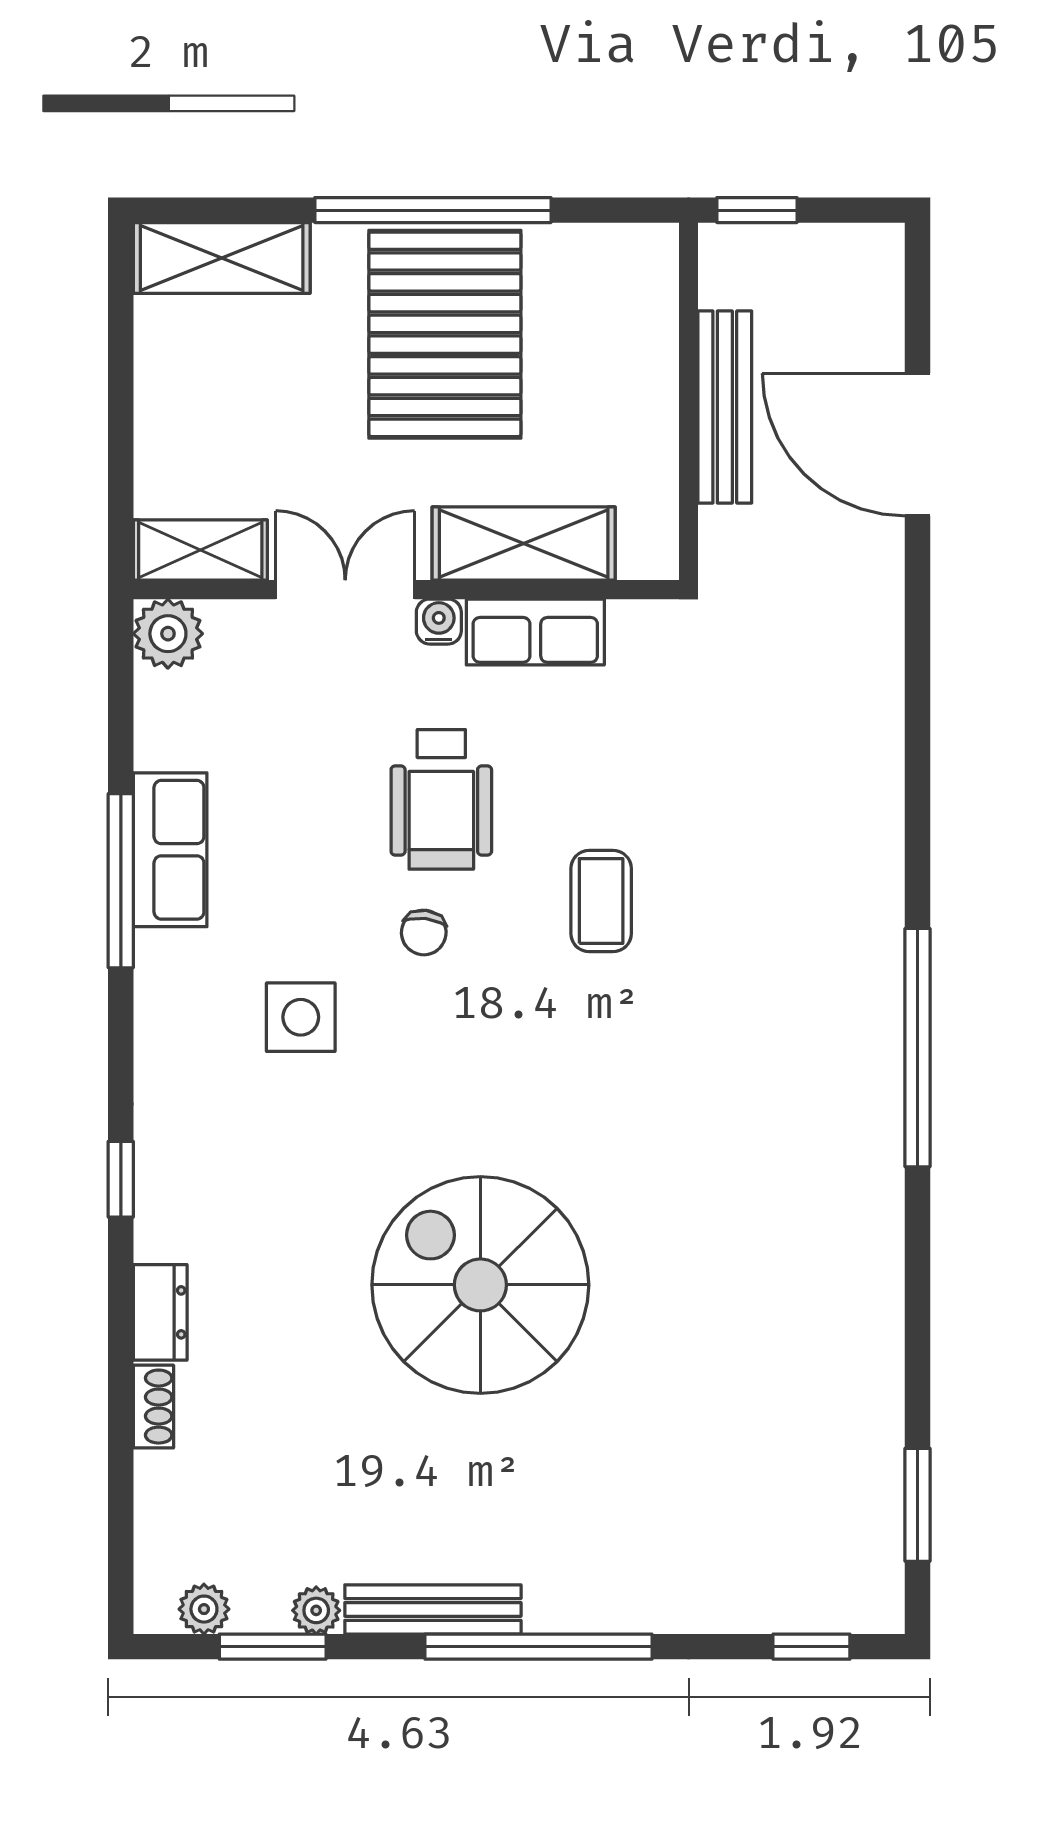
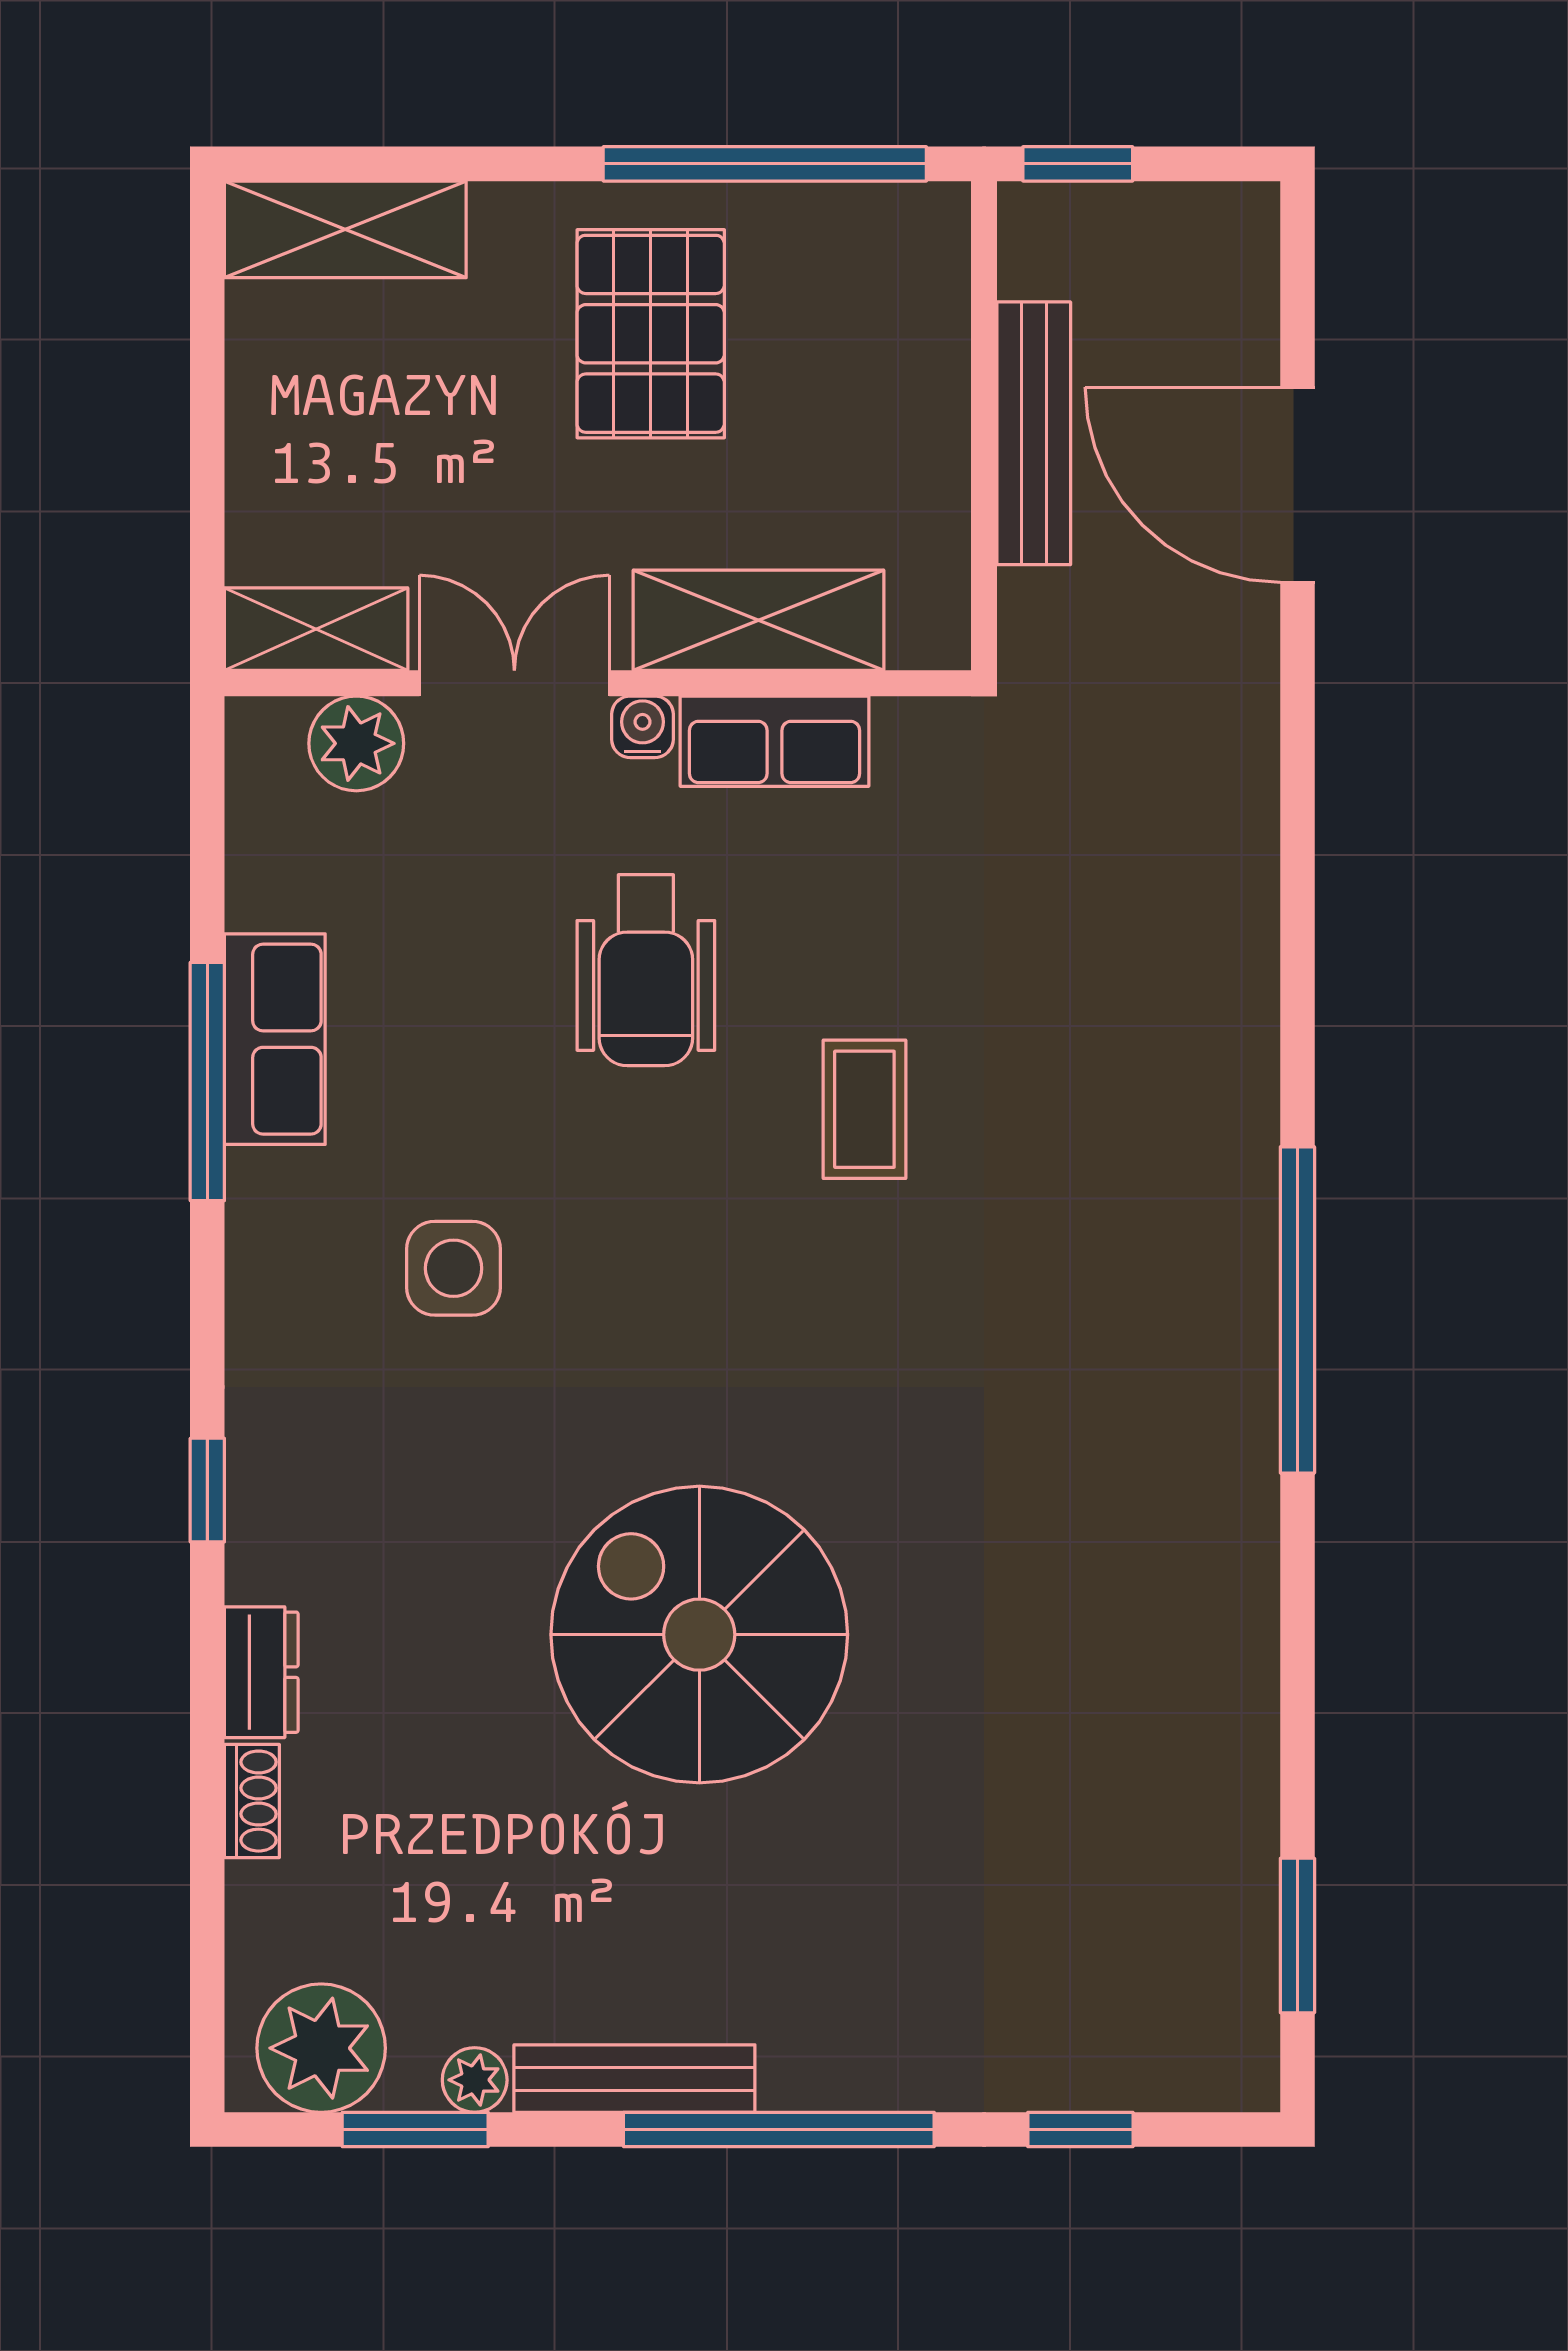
window: (433, 210) -> (765, 164), moved
pallet: (445, 334) -> (651, 334), width x0.73, depth x0.71
plant: (168, 634) -> (356, 743), moved
chair: (424, 933) -> (622, 1152), removed
plant: (204, 1609) -> (321, 2048), width x1.88, depth x1.88
window: (811, 1647) -> (1080, 2129), moved

